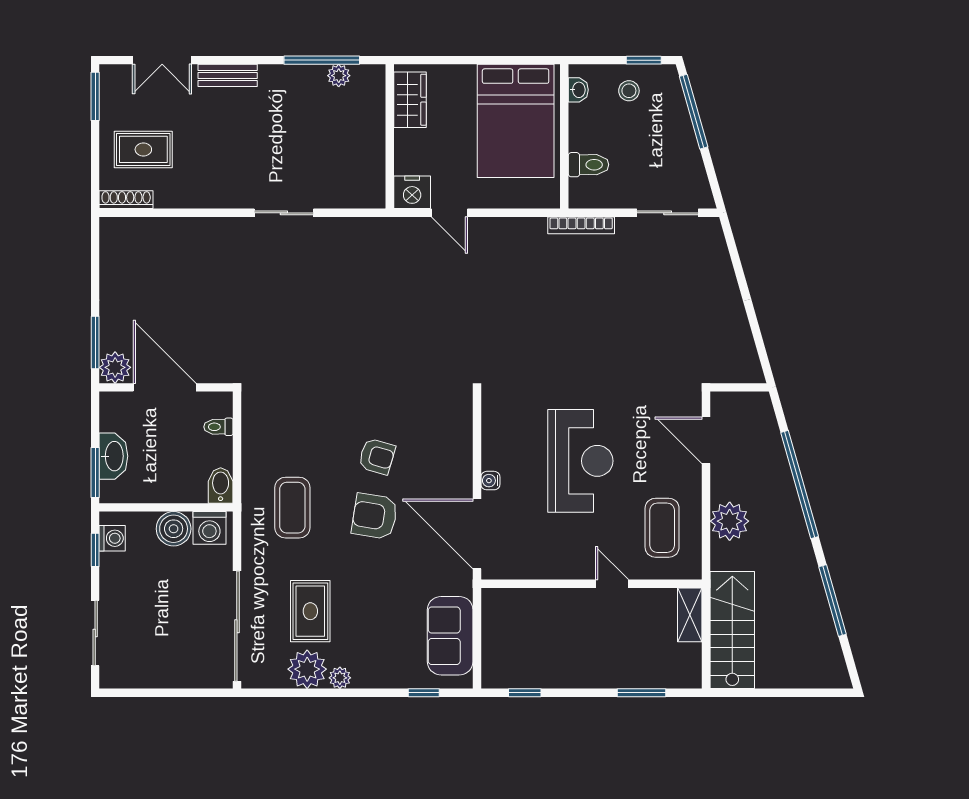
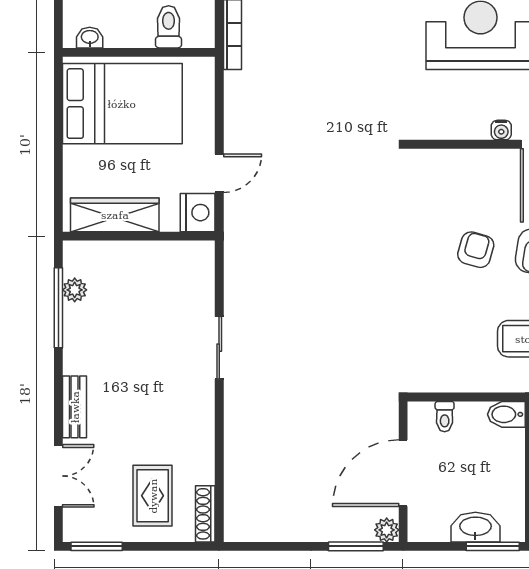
wardrobe: (410, 100) -> (115, 215), width x1.50
plant: (115, 367) -> (387, 530), width x0.73, depth x0.73

